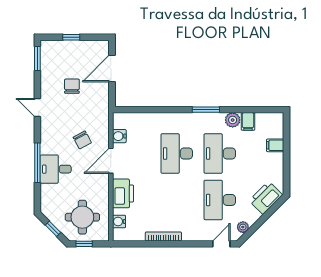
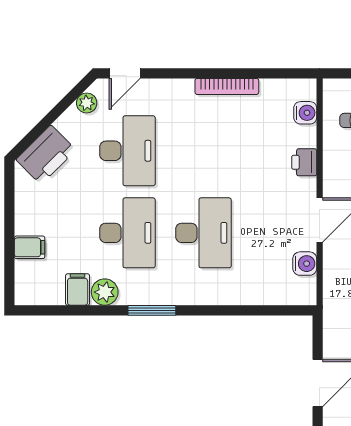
printer: (123, 193) -> (304, 162), width x0.53, depth x0.68

